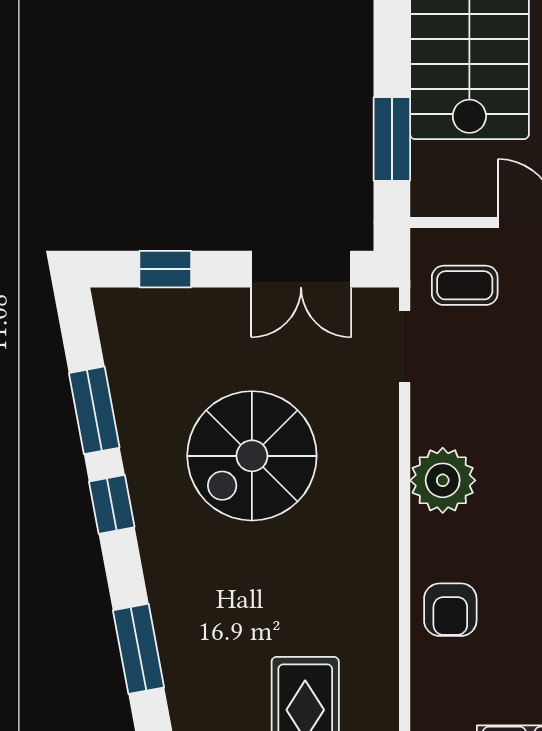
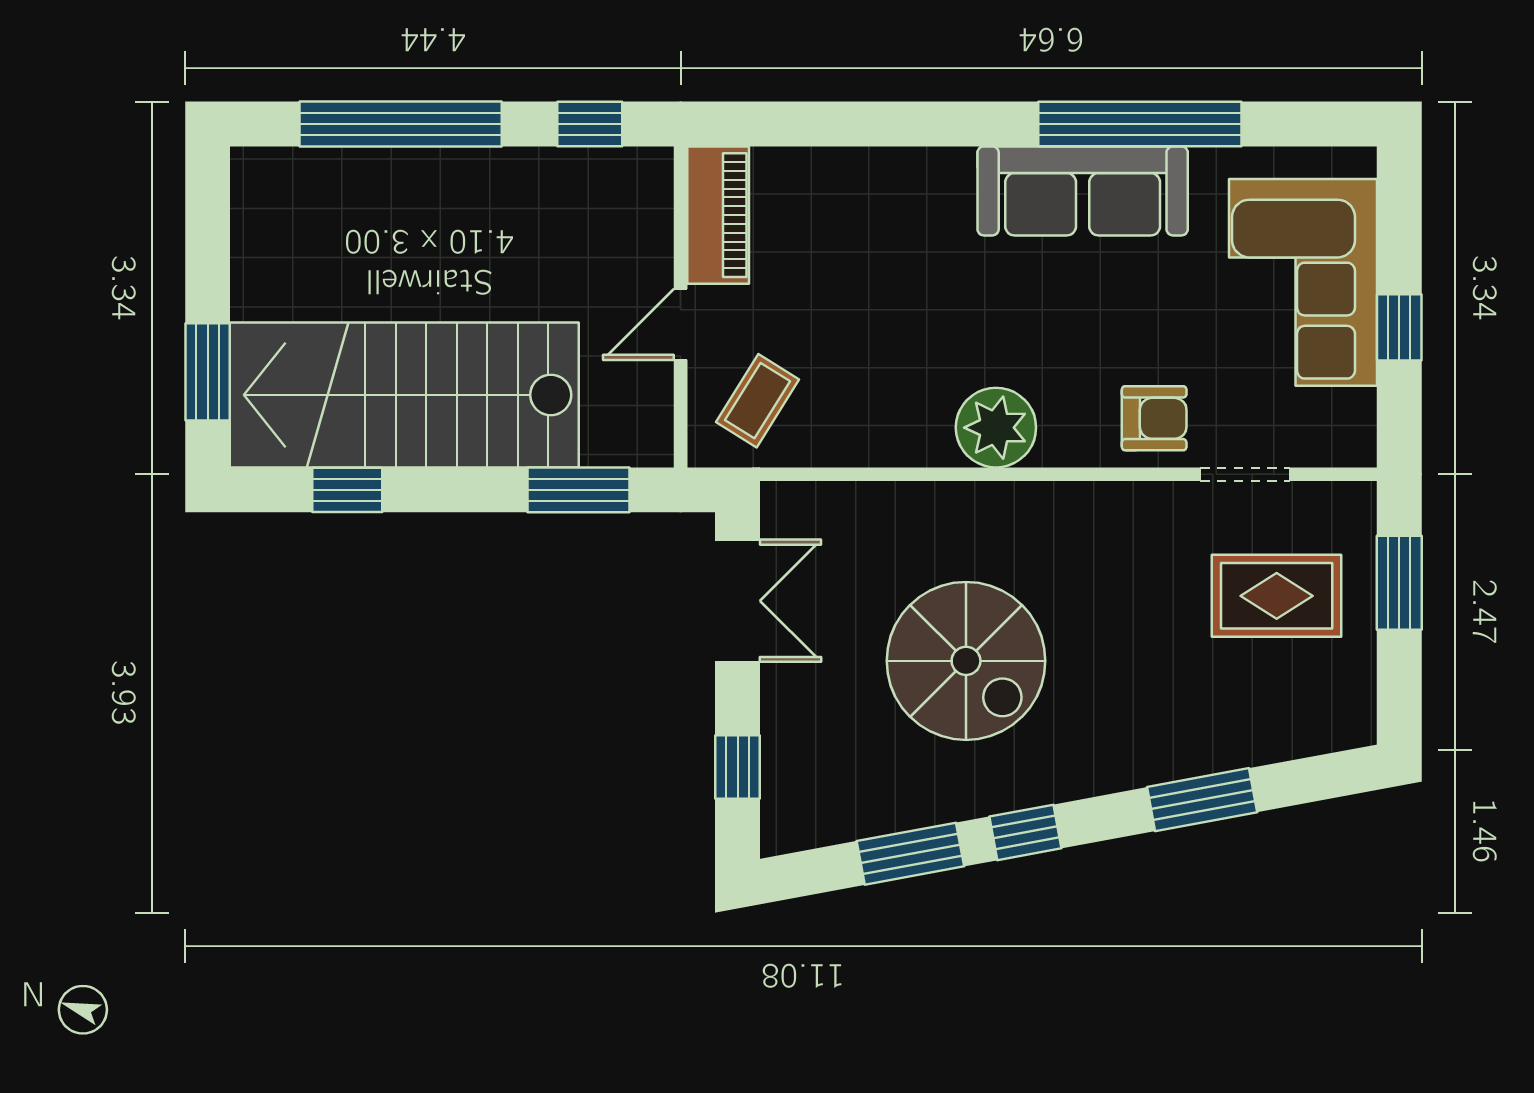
coffee table: (465, 285) -> (758, 401), turned 32
doorway: (405, 347) -> (1245, 474), moved

